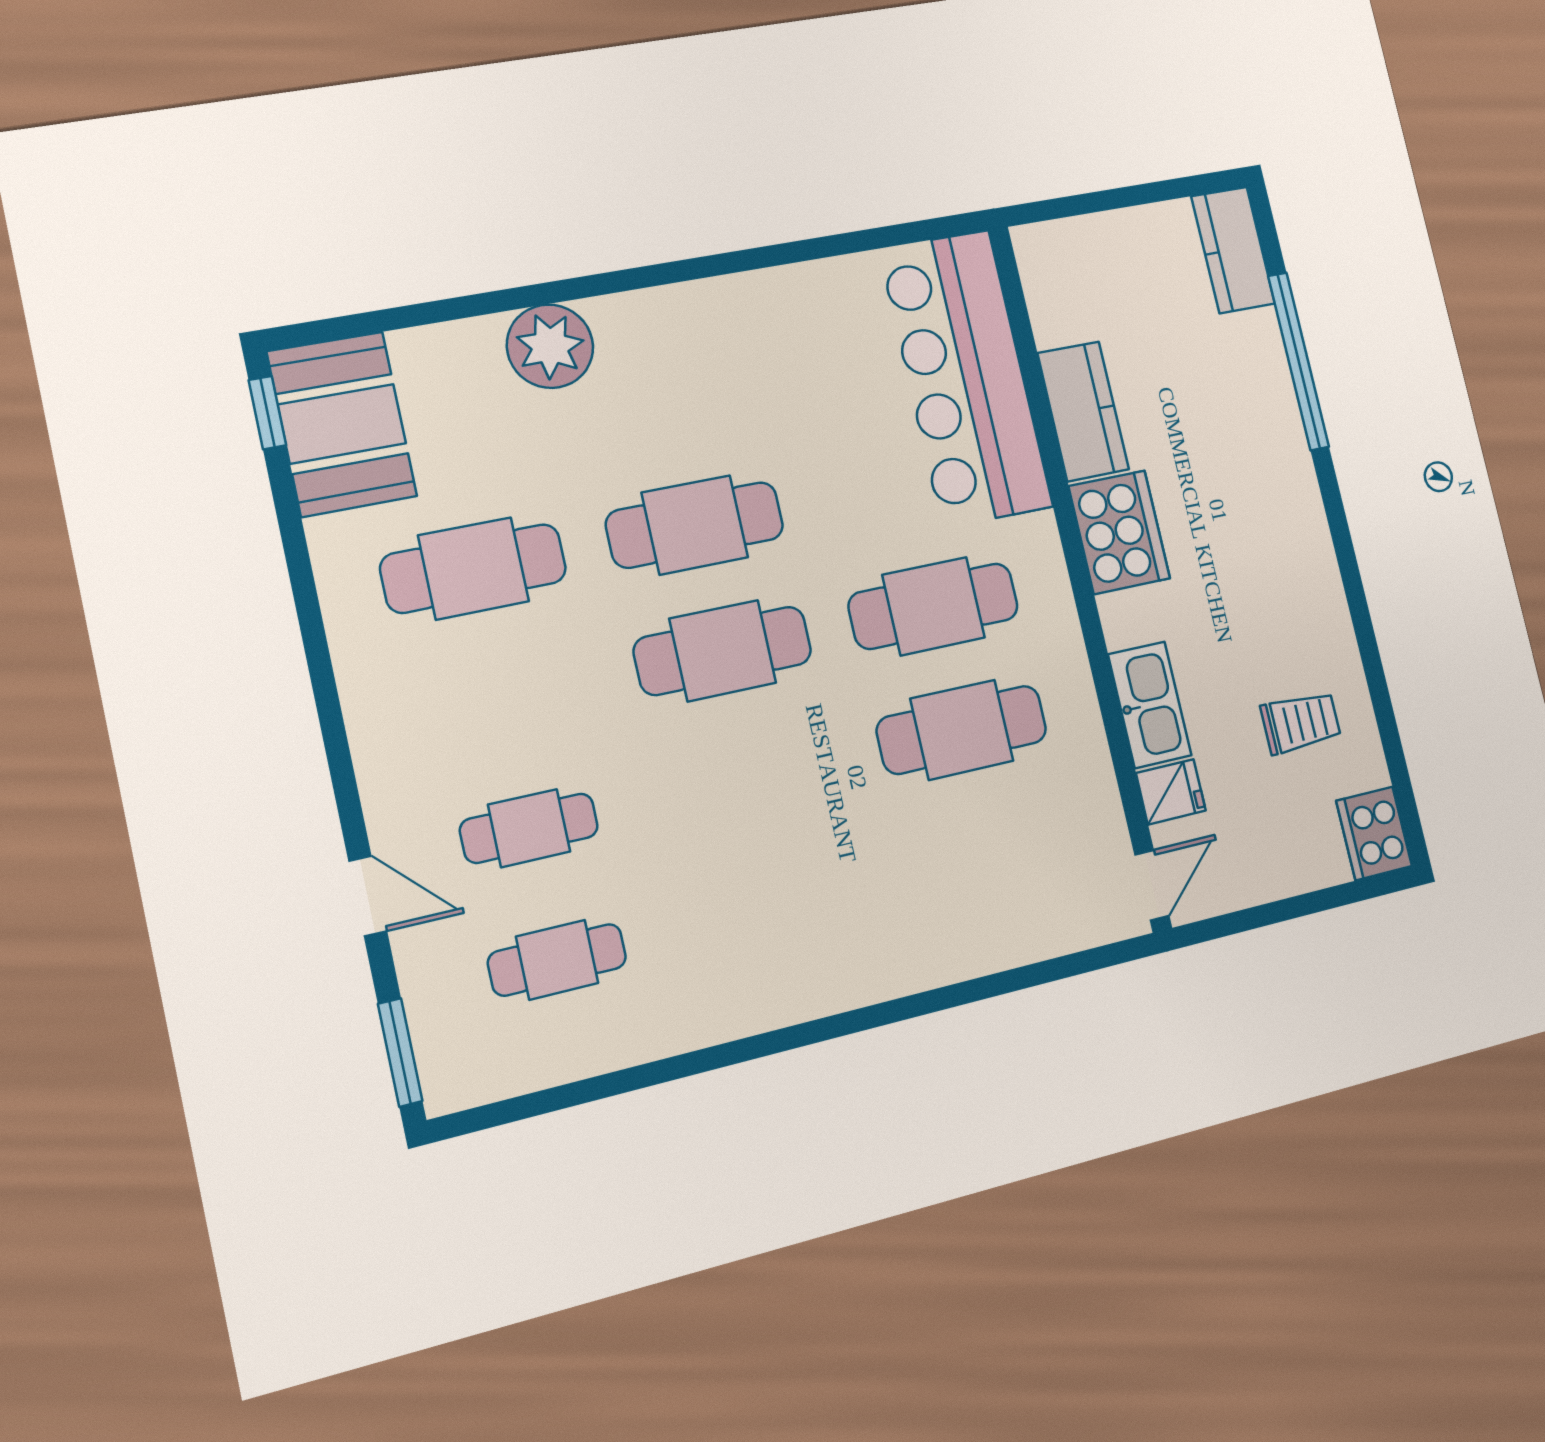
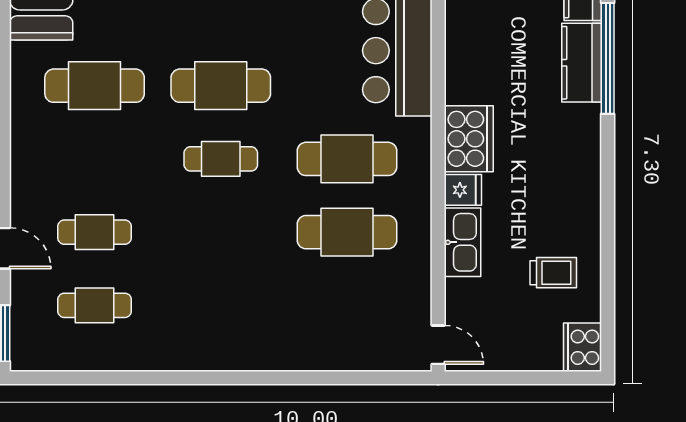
kitchen counter: (1083, 411) -> (582, 63), moved, turned 180
cafe table: (723, 651) -> (221, 159), width x0.73, depth x0.74
fridge: (1171, 792) -> (463, 190), moved
door: (1152, 885) -> (438, 345), hinge flipped

